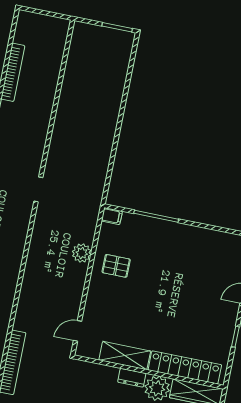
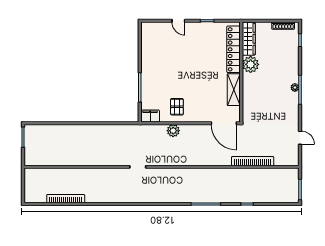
filing cabinet: (112, 216) -> (150, 116), width x2.00
door: (77, 331) -> (224, 123), width x1.88
dresser: (132, 378) -> (247, 82), removed

